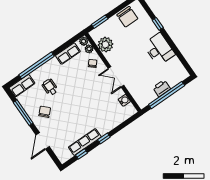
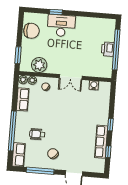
desk: (159, 49) -> (61, 26), moved

